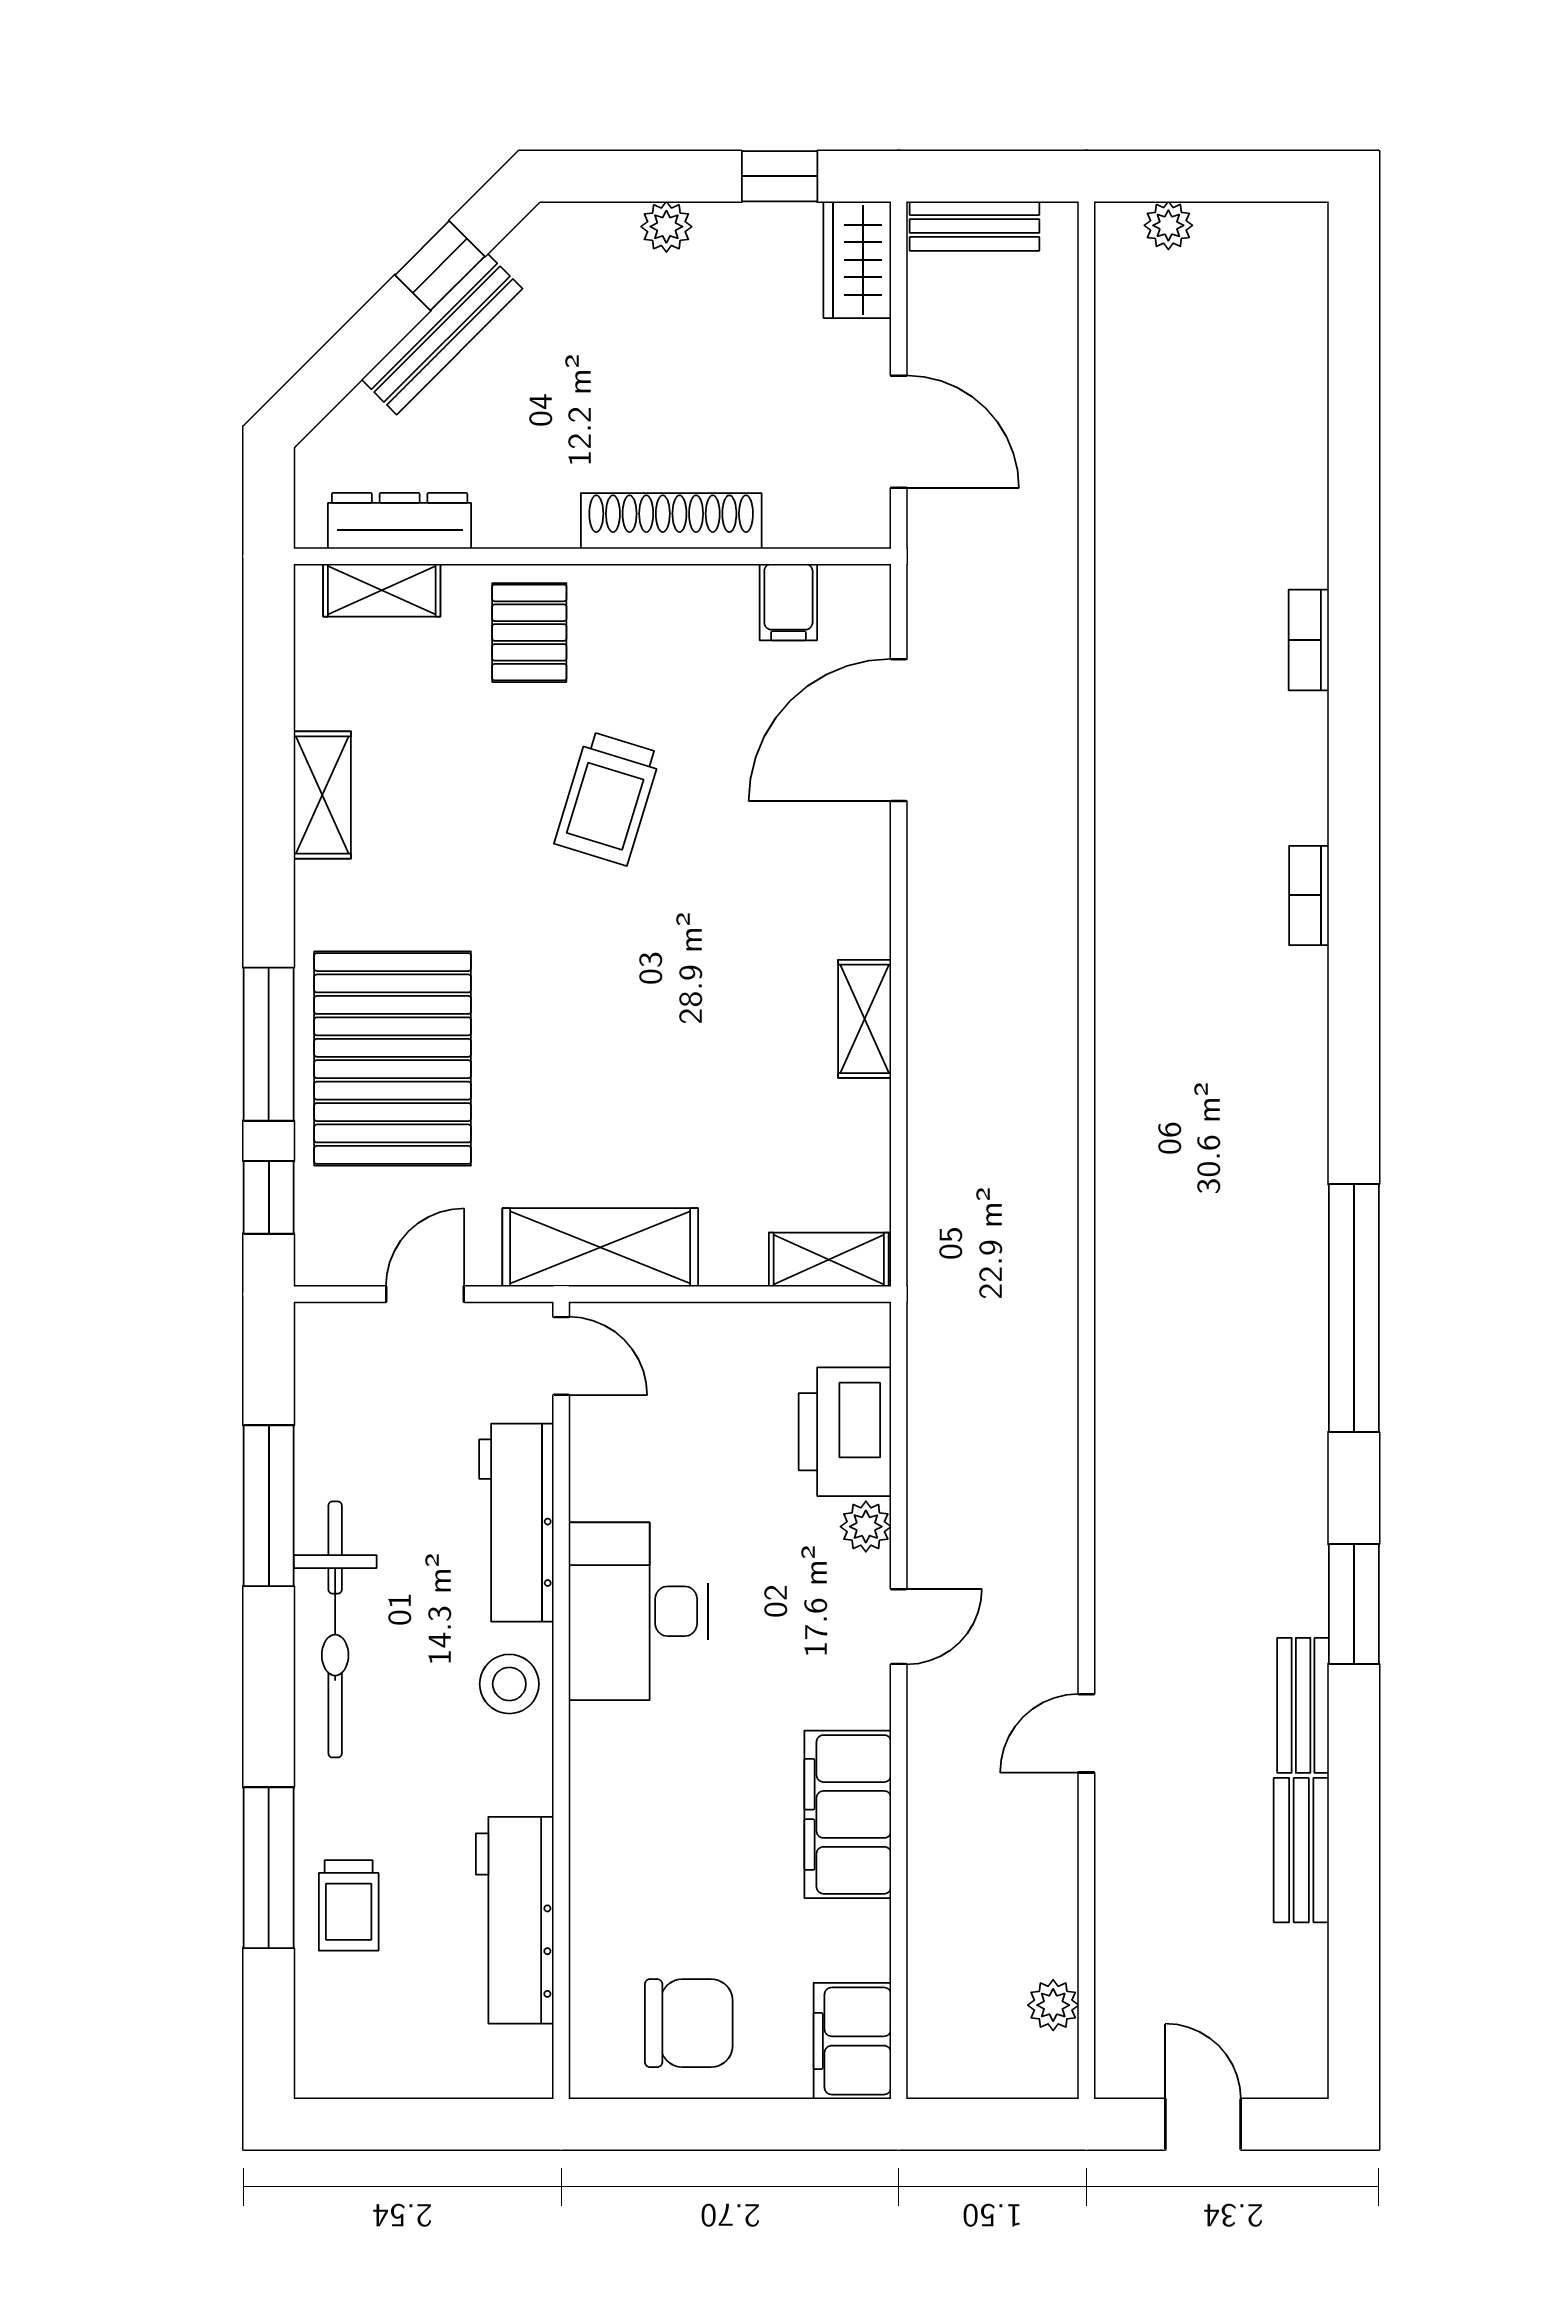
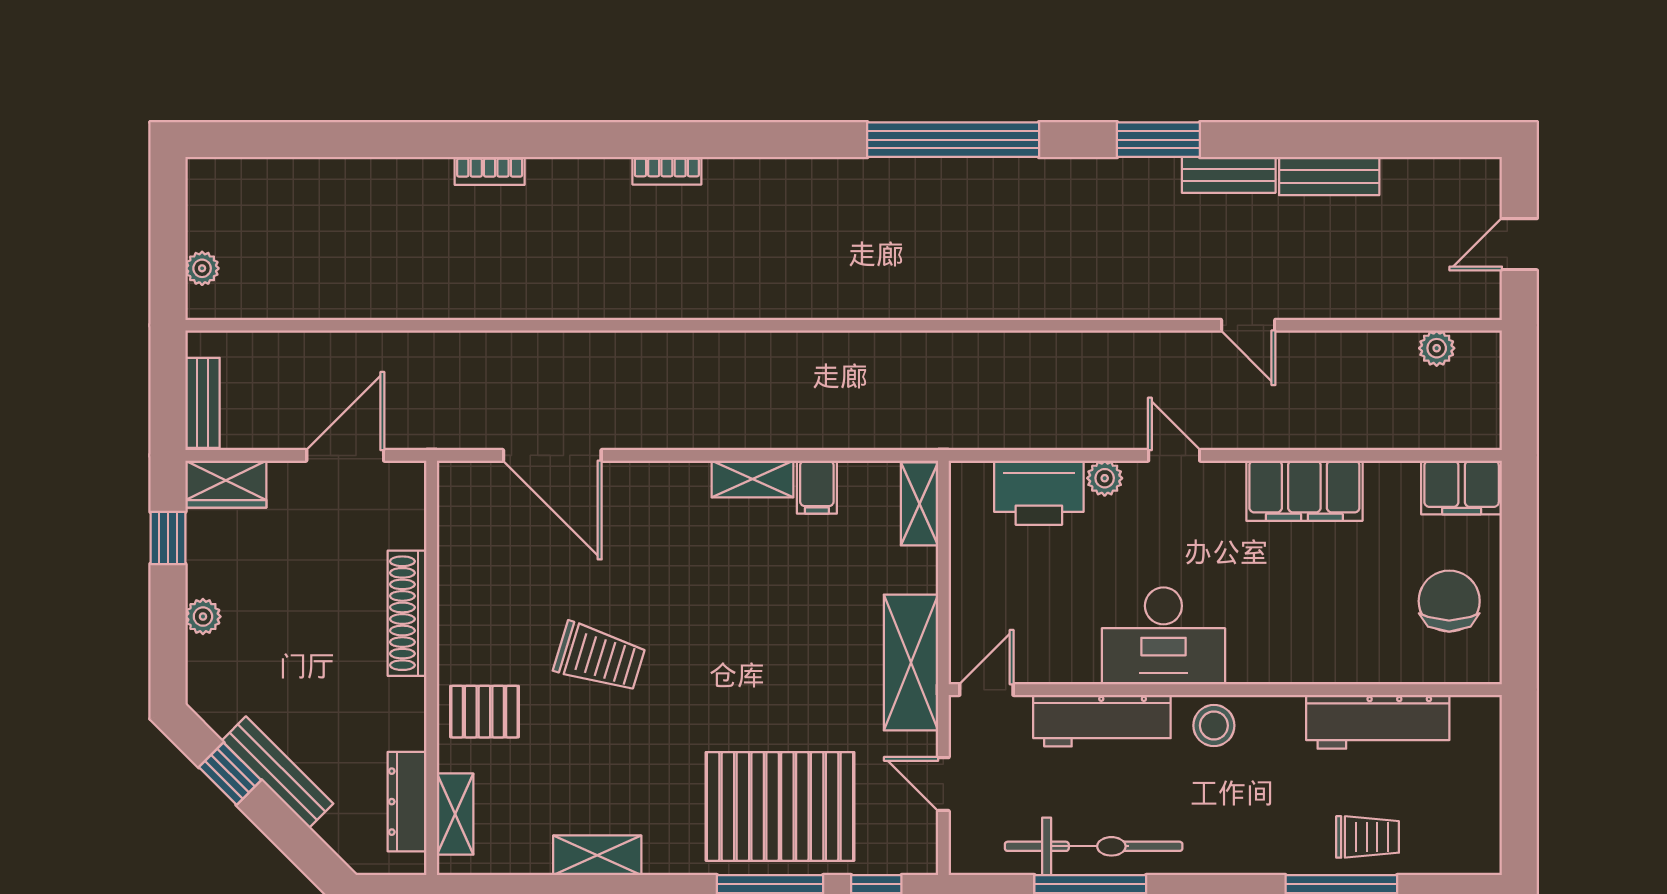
filing cabinet: (788, 602) -> (817, 487), moved, turned 90
bicycle: (335, 1629) -> (1094, 846), moved

